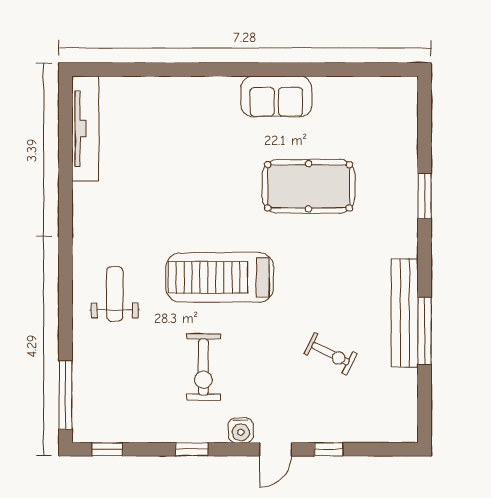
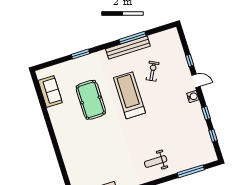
sofa: (276, 96) -> (50, 91), moved
treadmill: (220, 277) -> (129, 95), moved, turned 180
exercise bike: (203, 367) -> (173, 118), removed
window: (65, 395) -> (191, 171), moved
window: (107, 449) -> (213, 135), moved

